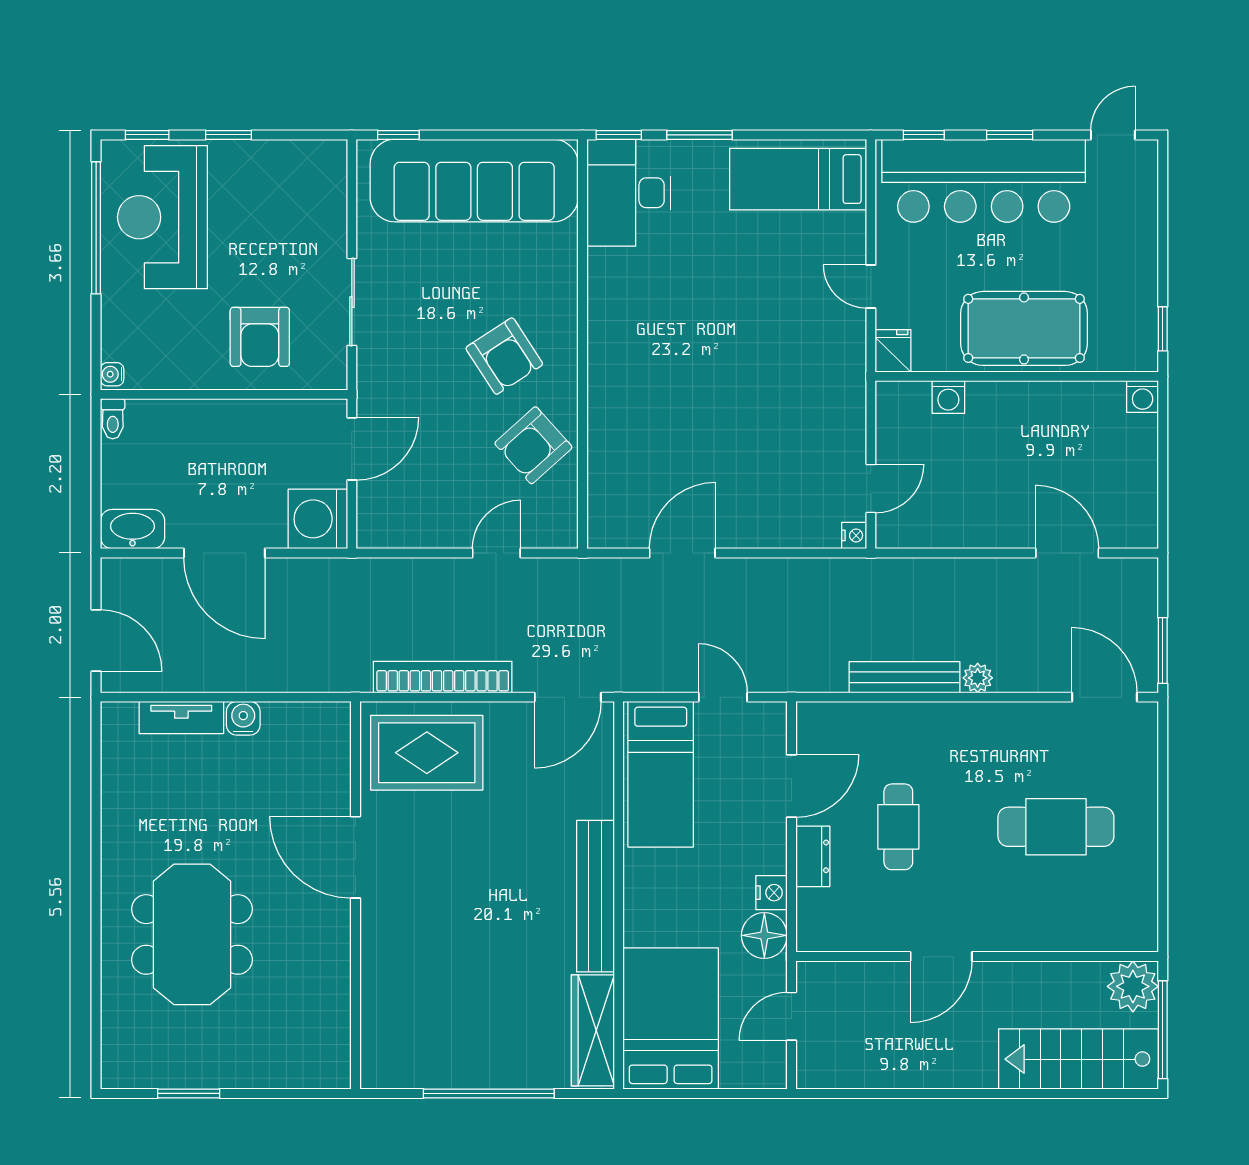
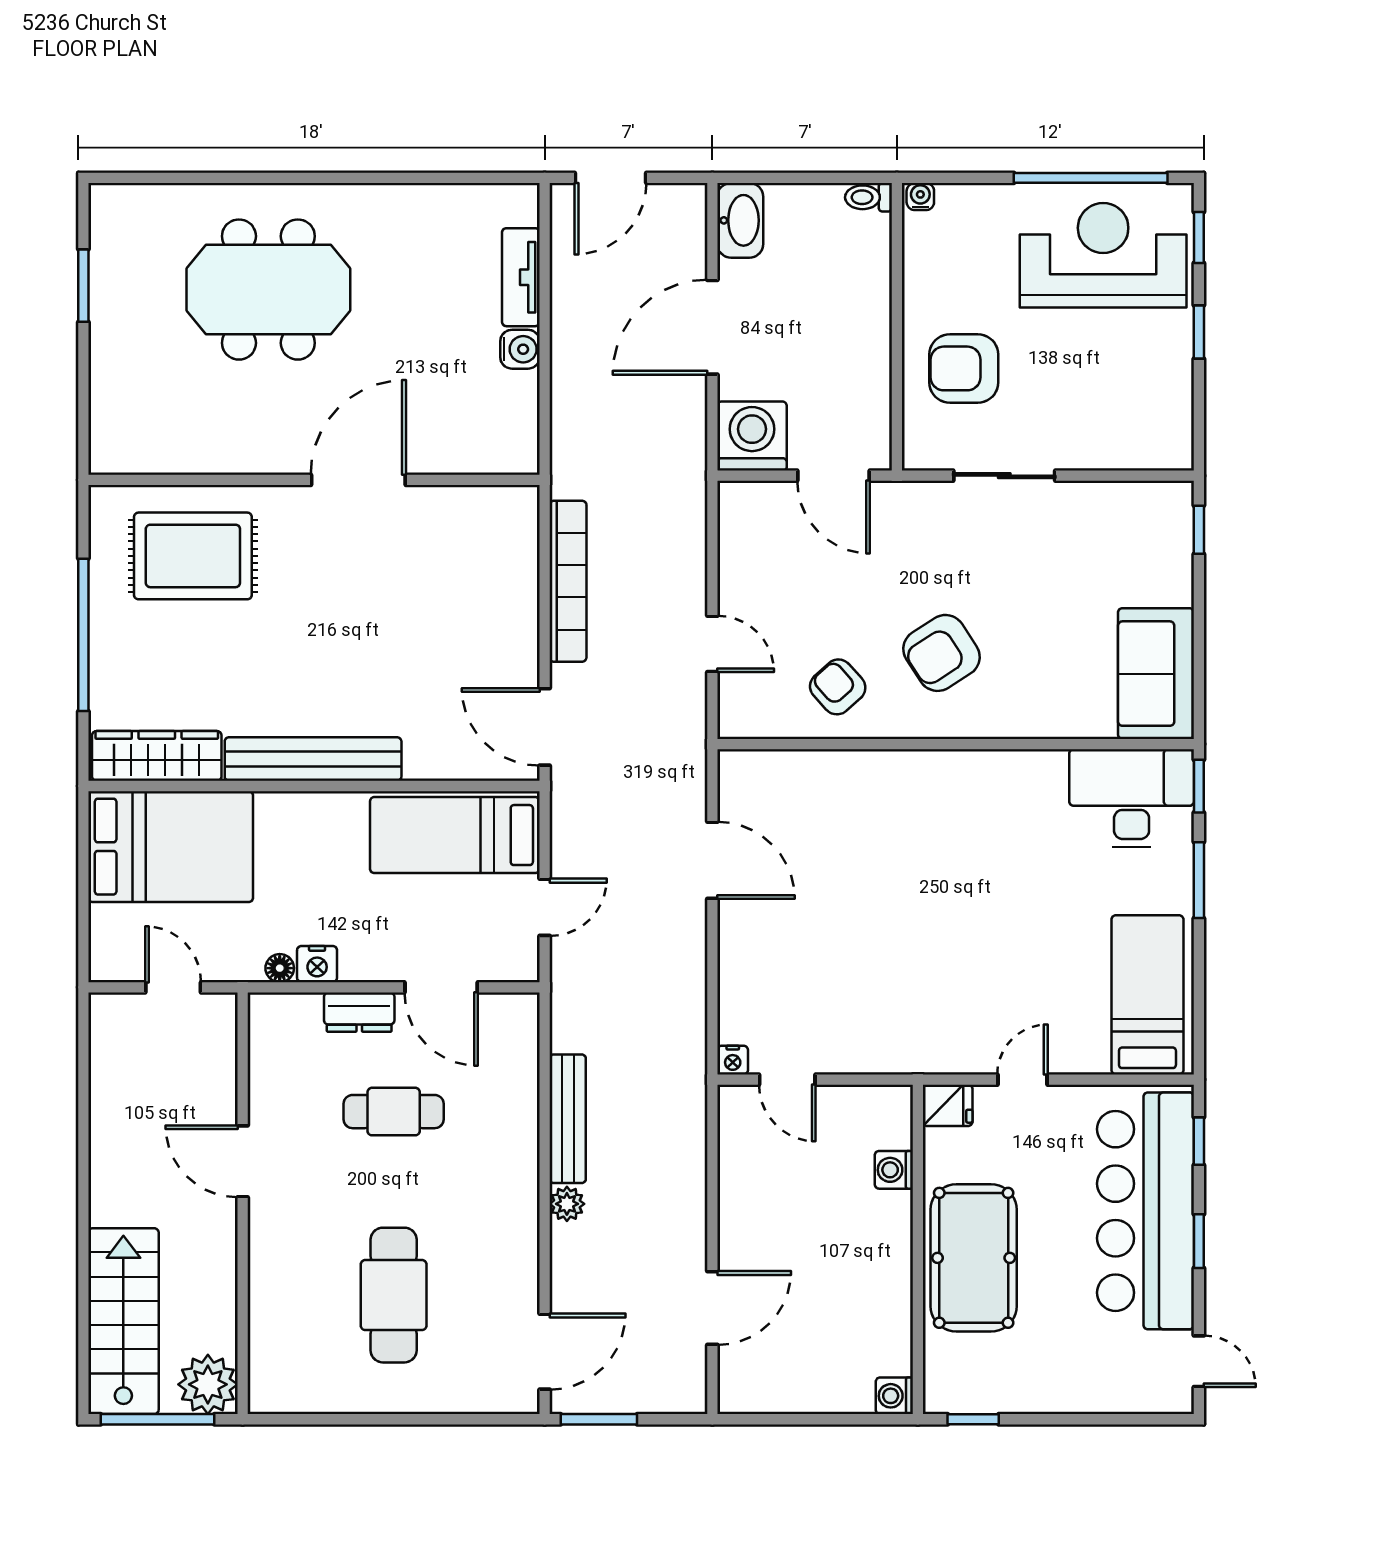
sofa: (474, 181) -> (1156, 674), width x0.54, depth x0.79
armchair: (533, 445) -> (838, 687), width x0.72, depth x0.72
rug: (427, 753) -> (193, 556), moved, turned 90
floor lamp: (764, 935) -> (280, 968), width x0.53, depth x0.53

